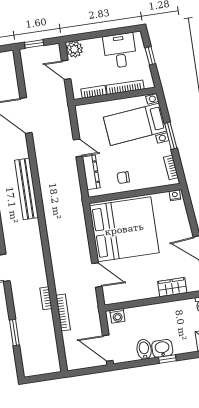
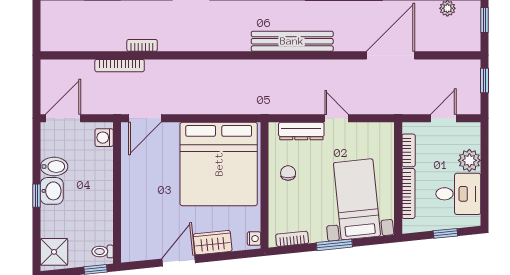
plant: (74, 49) -> (469, 160), moved
door: (78, 148) -> (337, 118), swing flipped
door: (97, 275) -> (145, 118), moved
wardrobe: (172, 287) -> (213, 243), moved, turned -96

